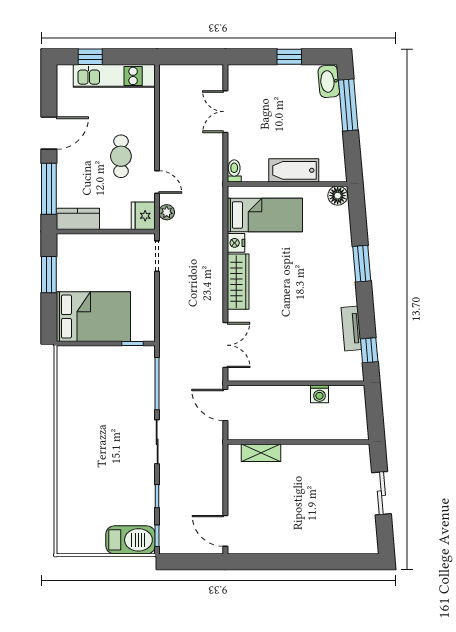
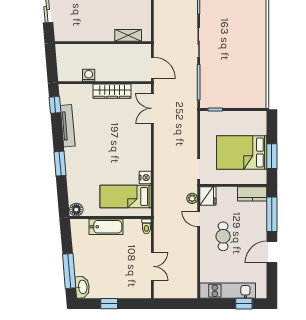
wardrobe: (238, 282) -> (112, 91), moved, turned -90
bed: (93, 317) -> (242, 153), moved
tv unit: (351, 329) -> (68, 126), width x1.41

